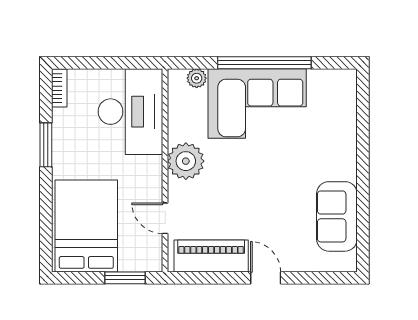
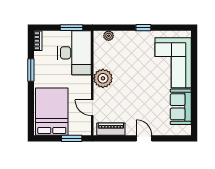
window: (125, 63) -> (72, 28), added
window: (264, 63) -> (143, 28), width x0.32
corner sofa: (257, 103) -> (173, 63), moved, turned 90
piano: (211, 256) -> (111, 129), width x0.73, depth x0.75

